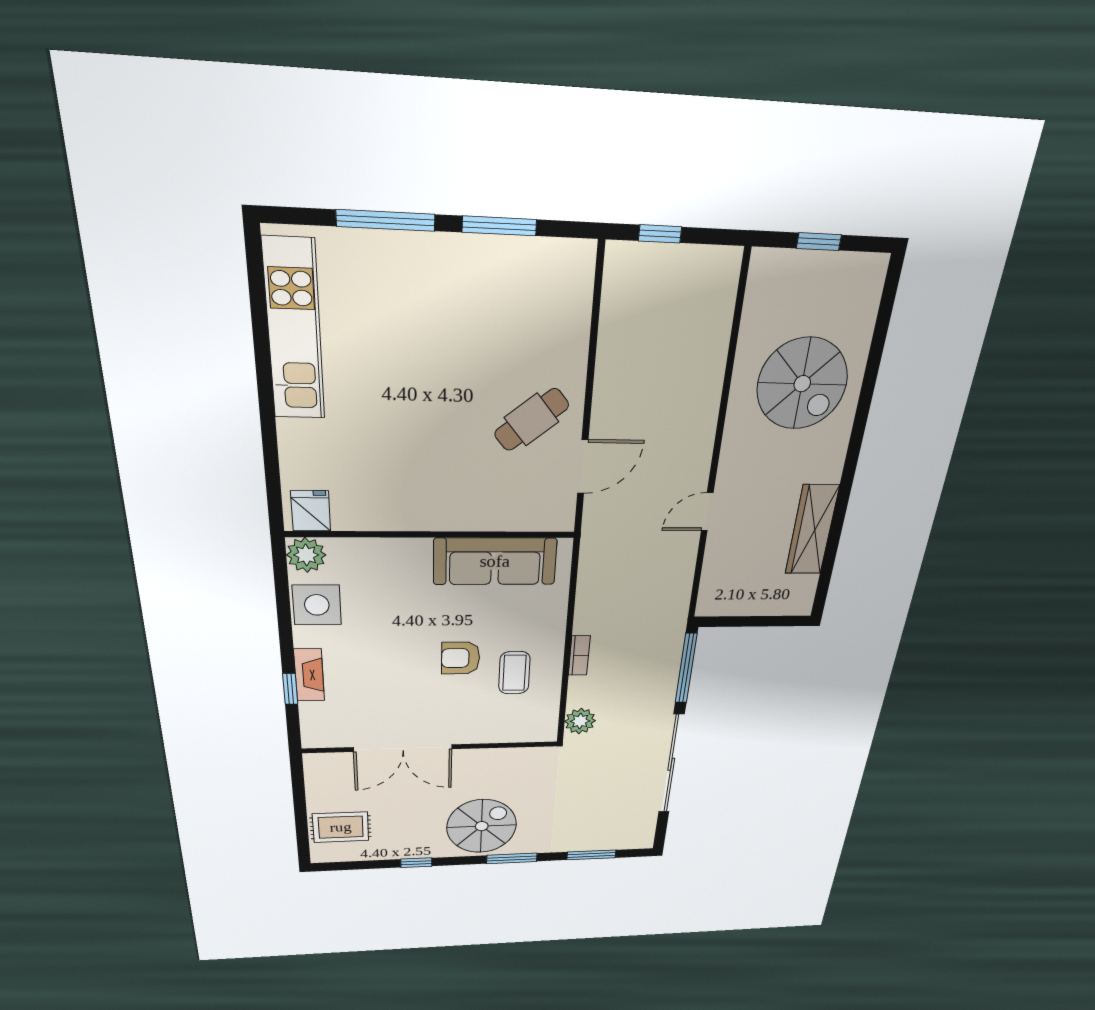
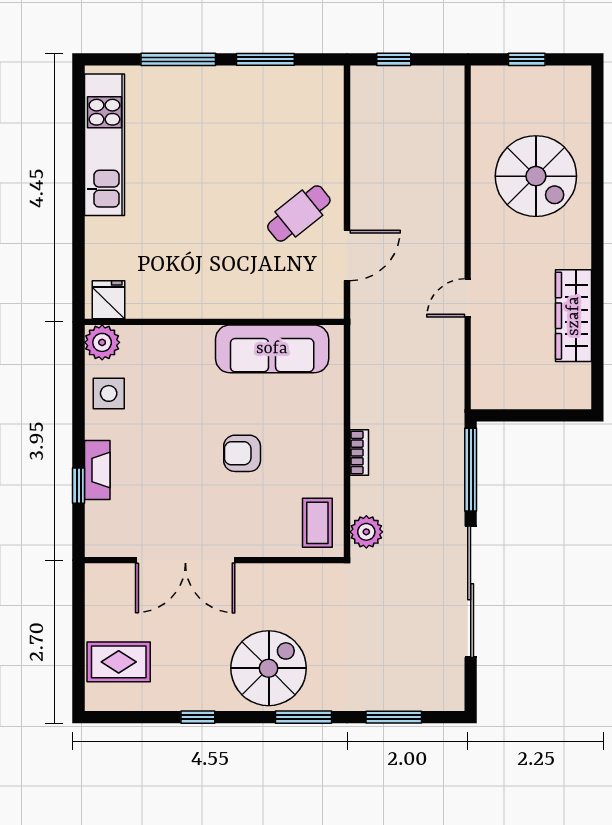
side table: (317, 605) -> (109, 393), width x0.73, depth x0.73
coffee table: (514, 673) -> (317, 523), moved

